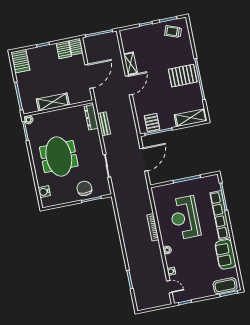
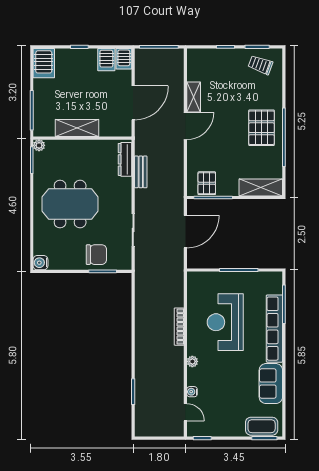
pallet: (183, 76) -> (262, 128), turned 90
meeting table: (59, 157) -> (70, 204), turned 90
chair: (84, 188) -> (96, 255), turned 90
water cooler: (44, 192) -> (40, 263), moved

